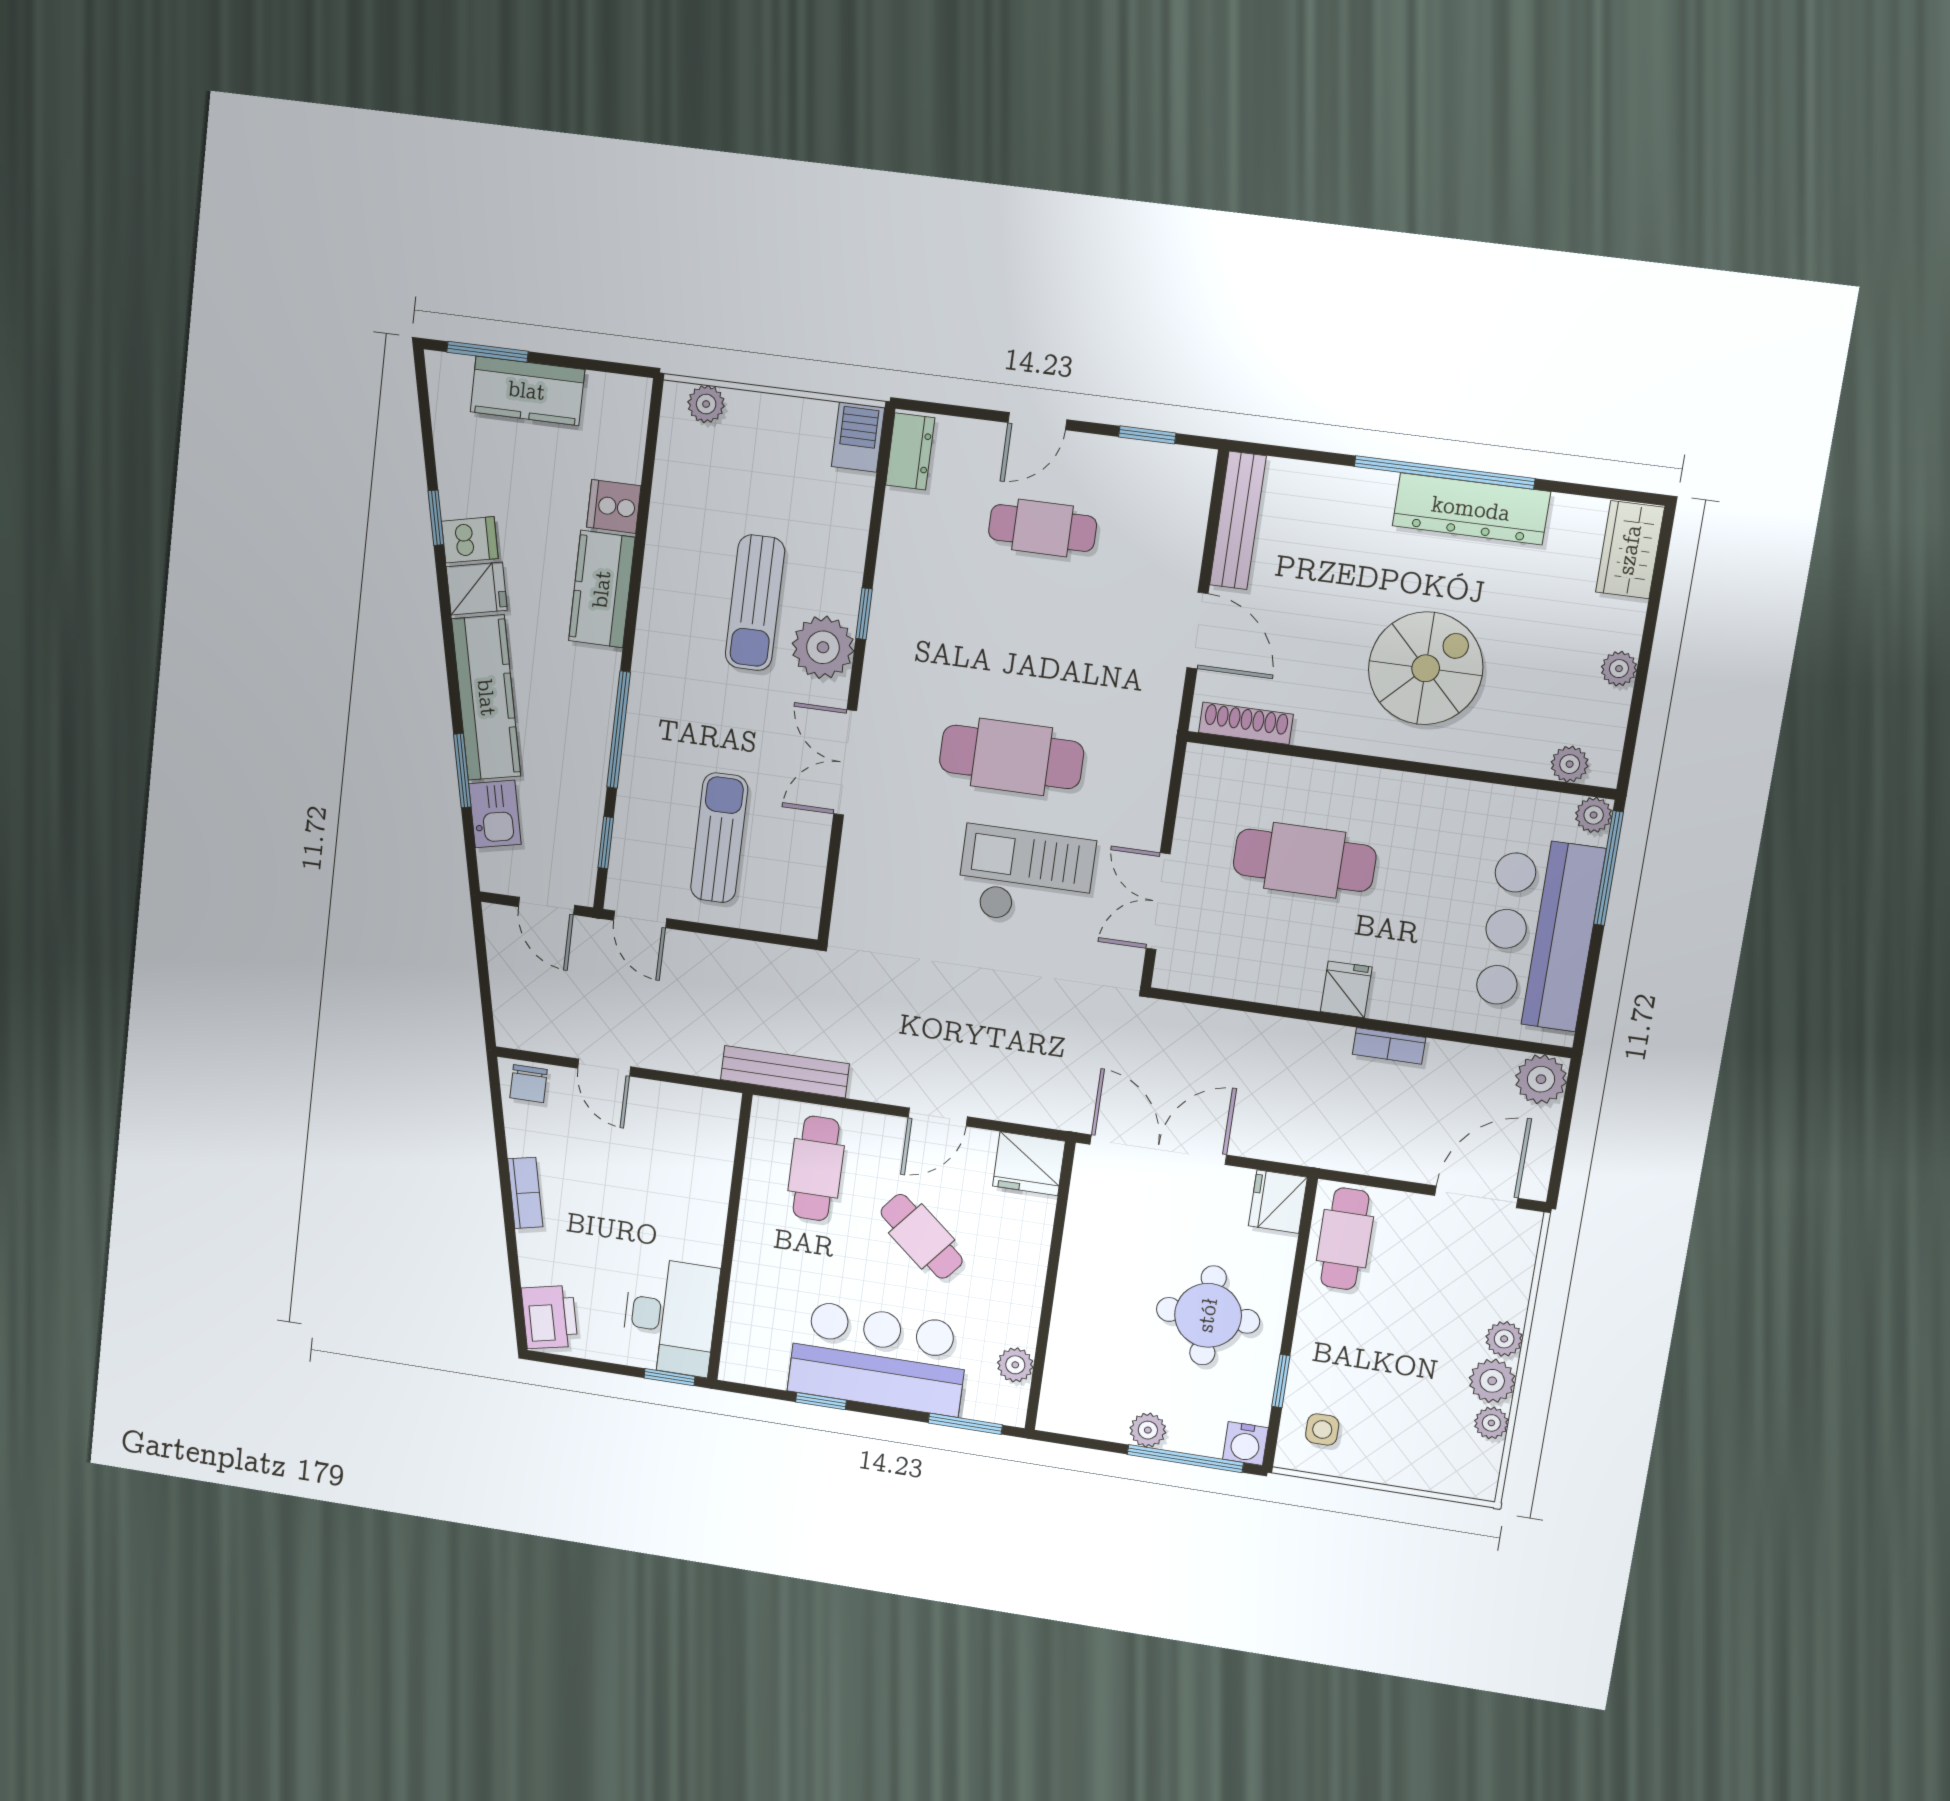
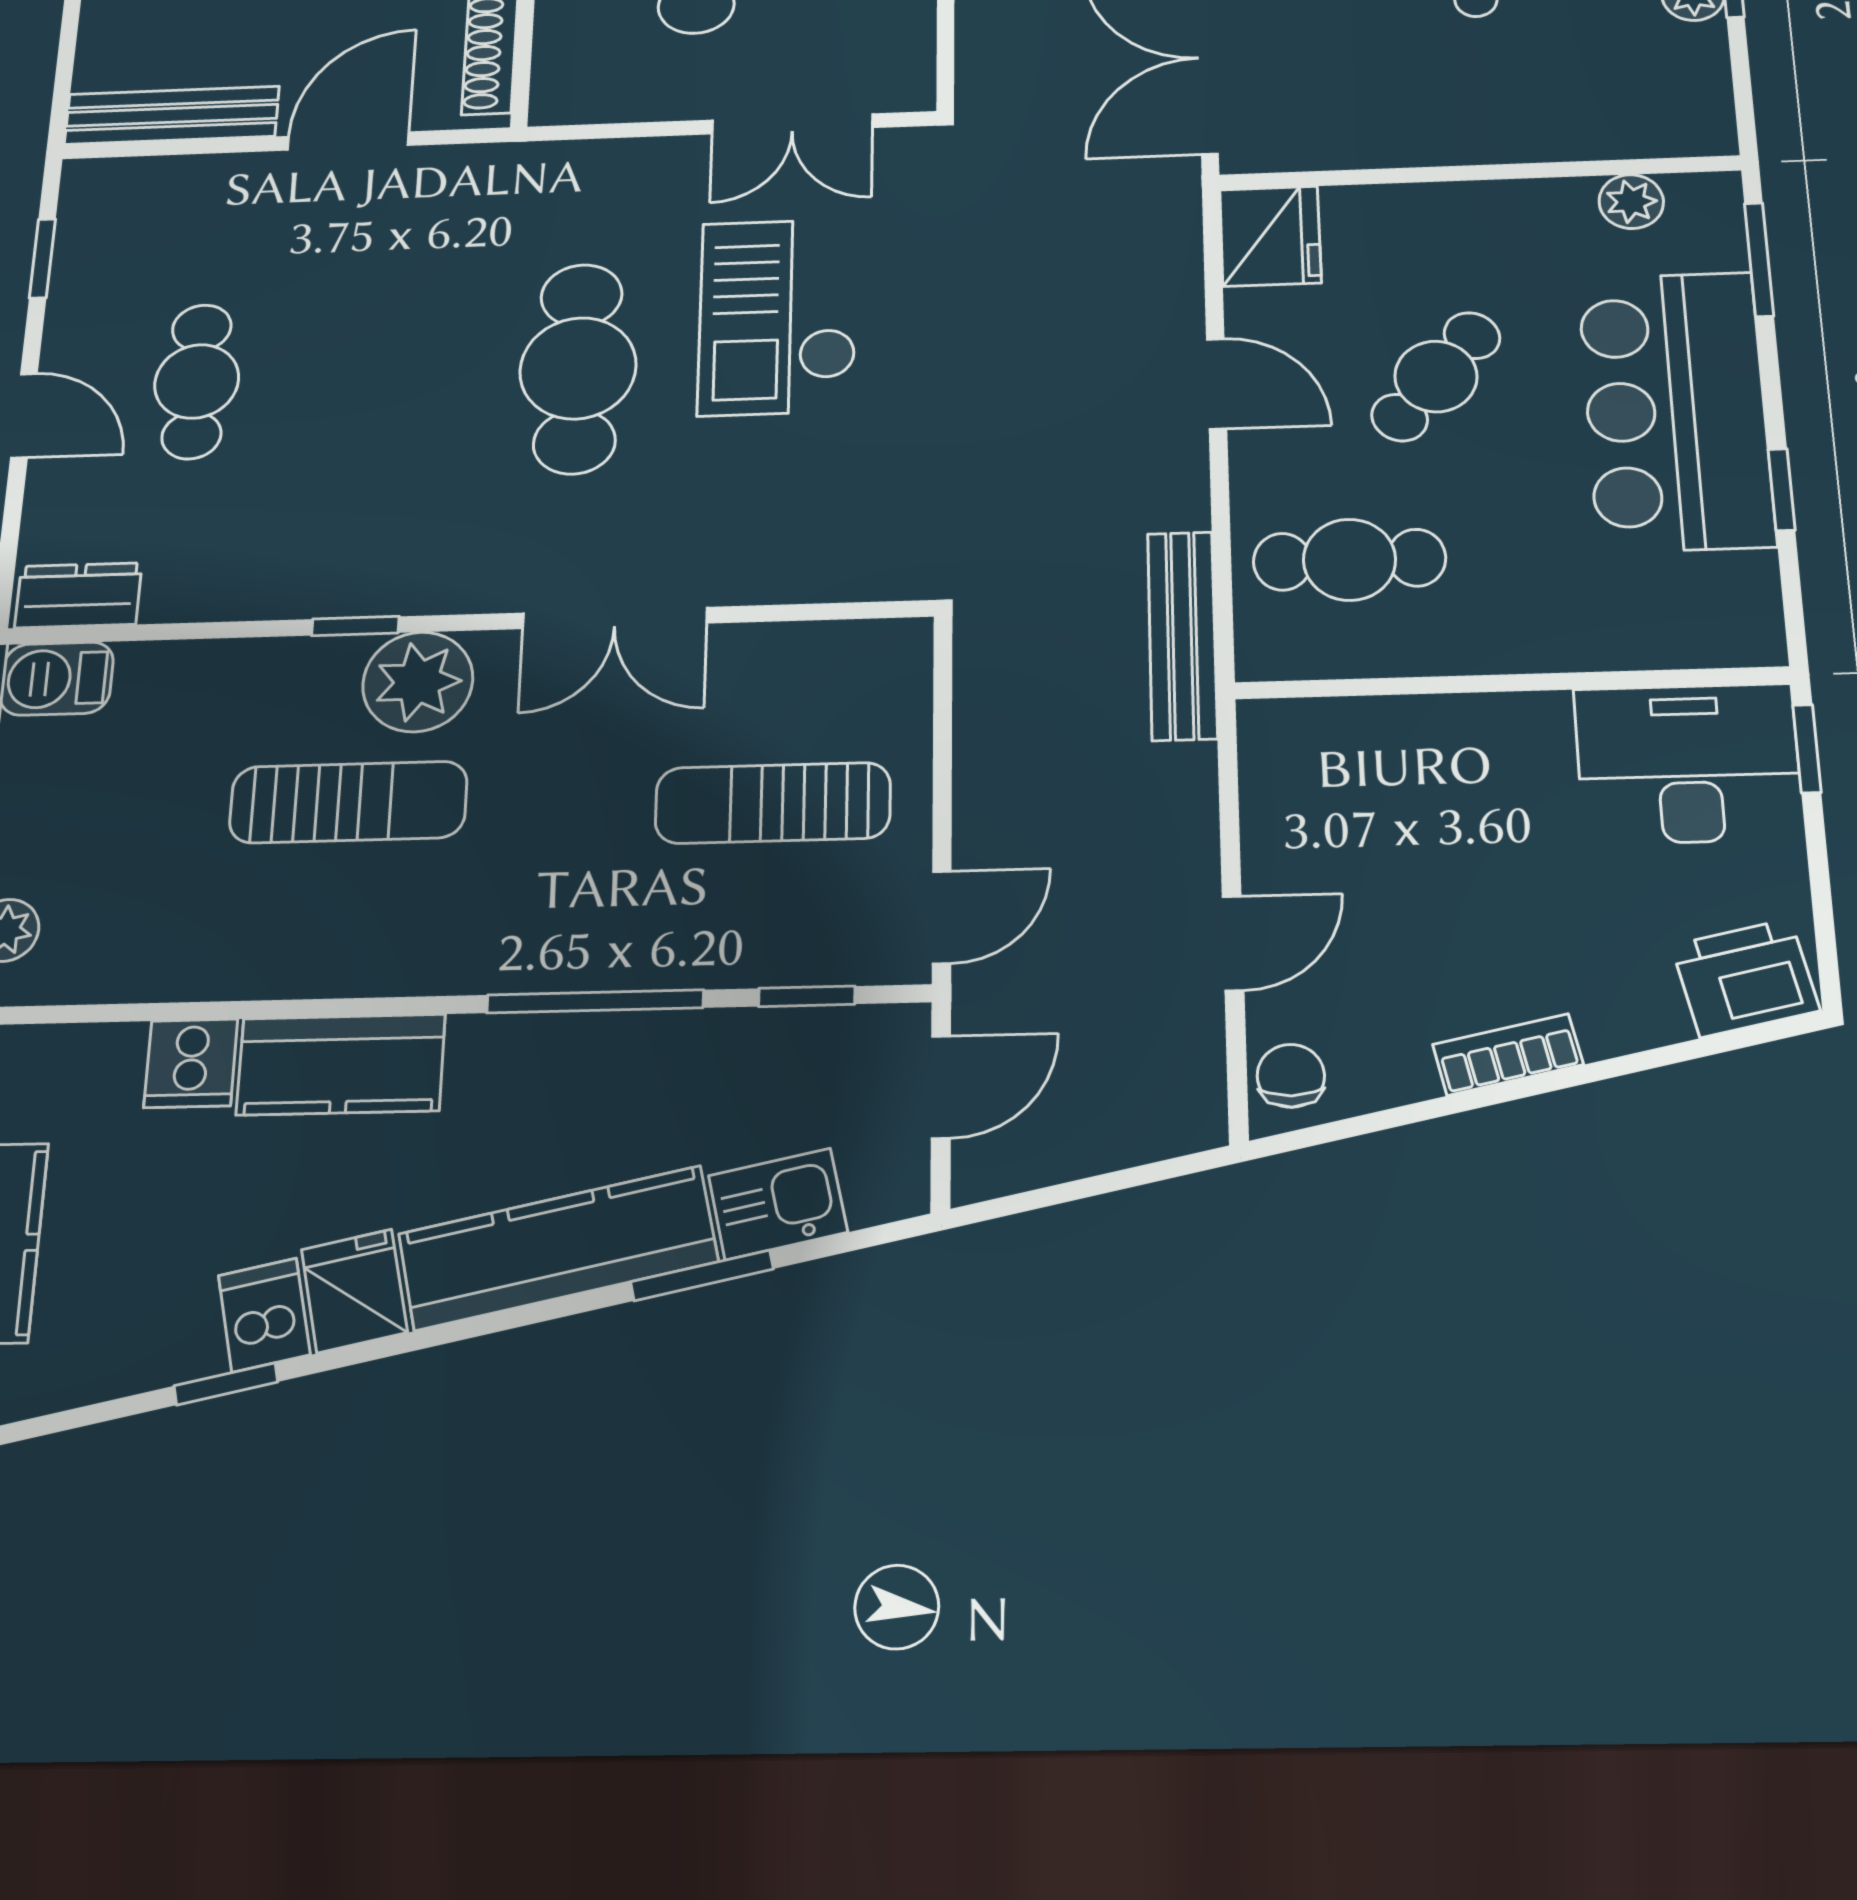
chair: (529, 1084) -> (1291, 1076), turned -90

